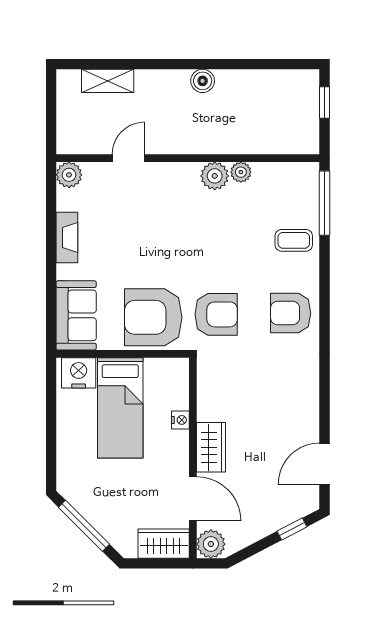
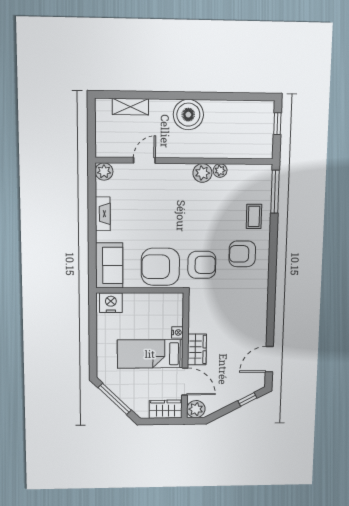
boiler: (203, 81) -> (188, 115), width x1.86, depth x1.86
coffee table: (294, 240) -> (254, 216), turned 90
armchair: (291, 313) -> (242, 254), moved
bed: (120, 408) -> (150, 354), moved, turned 90

